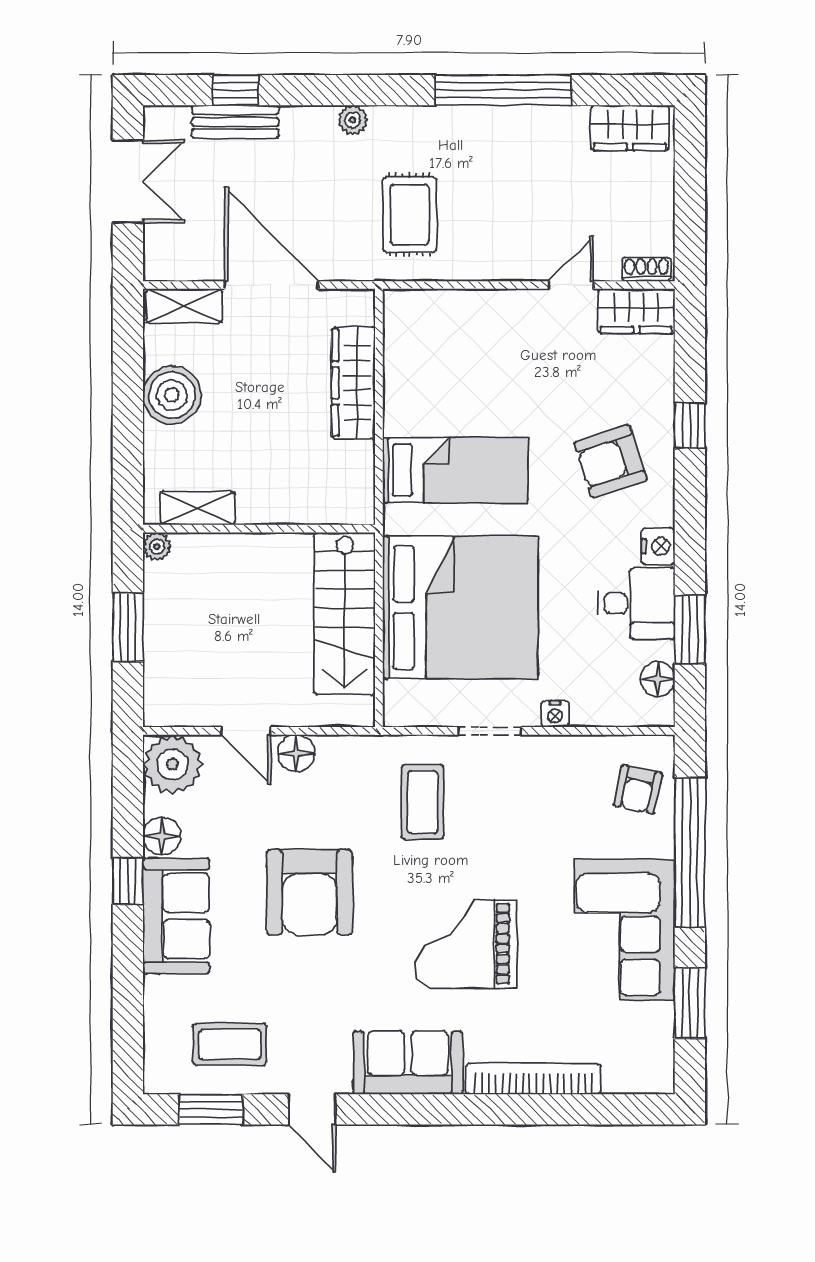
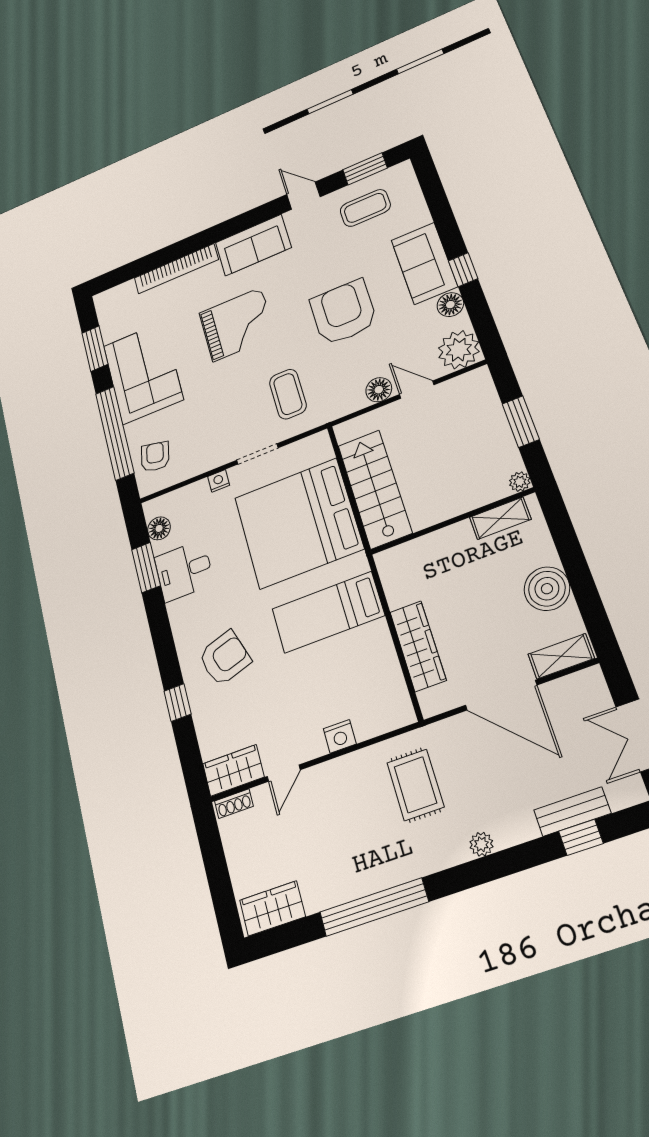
nightstand: (658, 546) -> (340, 736), moved, turned -90

